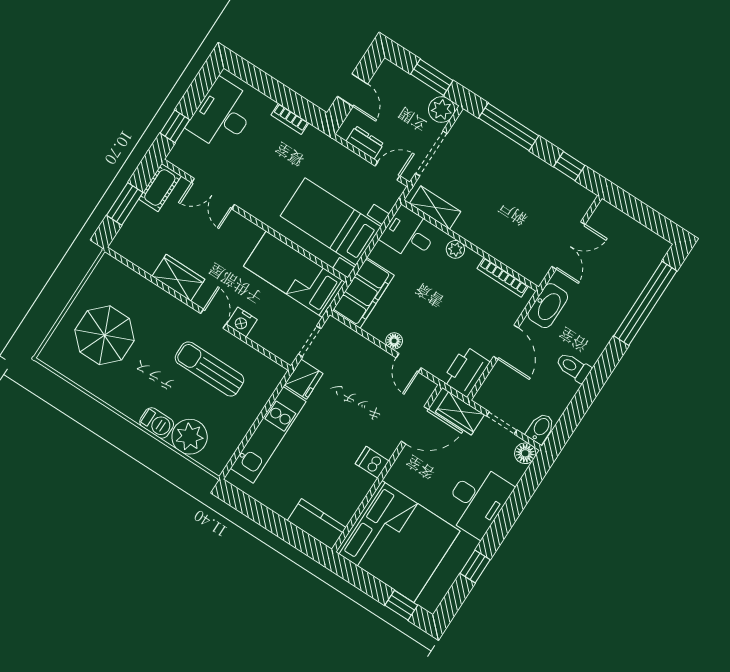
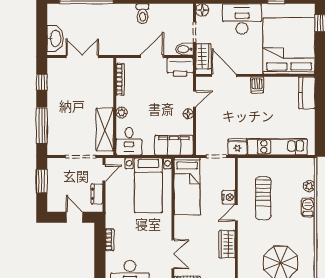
door: (352, 90) -> (74, 217), hinge flipped
plant: (442, 110) -> (55, 166), removed
door: (388, 171) -> (104, 173), swing flipped
shelving: (435, 208) -> (105, 129), width x1.50, depth x1.33
washbasin: (548, 306) -> (55, 38), moved, turned 90
bidet: (541, 428) -> (184, 49), moved
plant: (190, 437) -> (309, 186), width x0.53, depth x0.53

